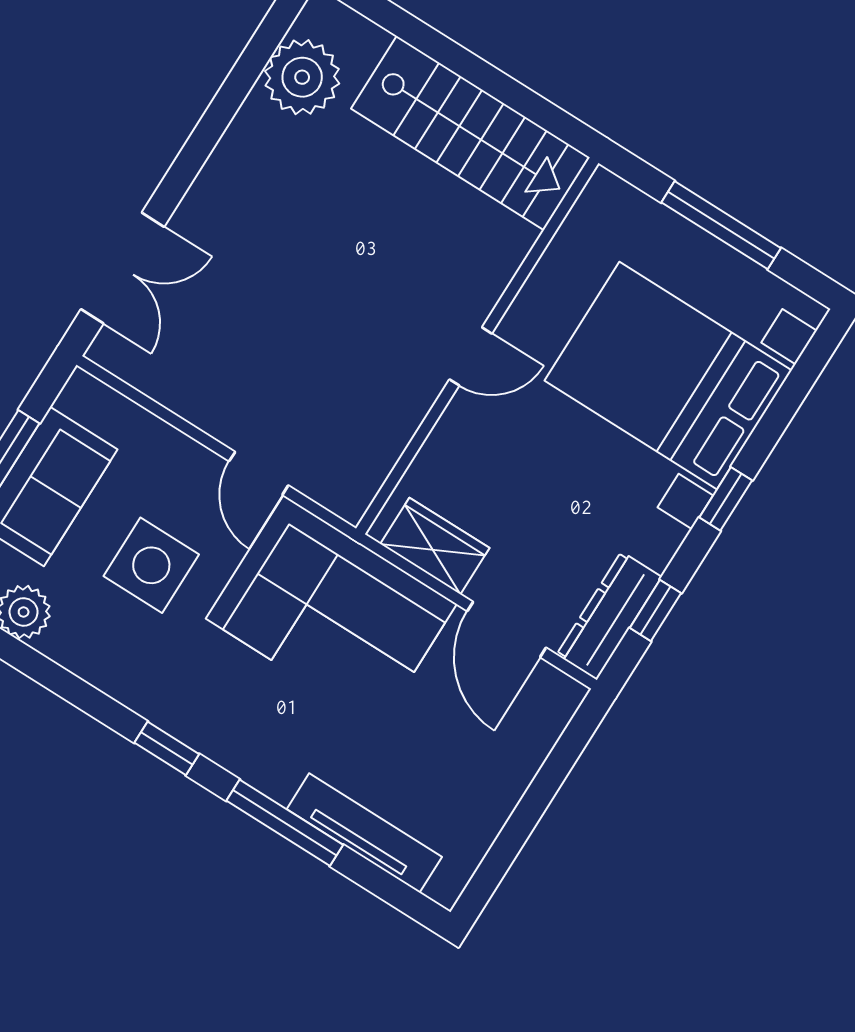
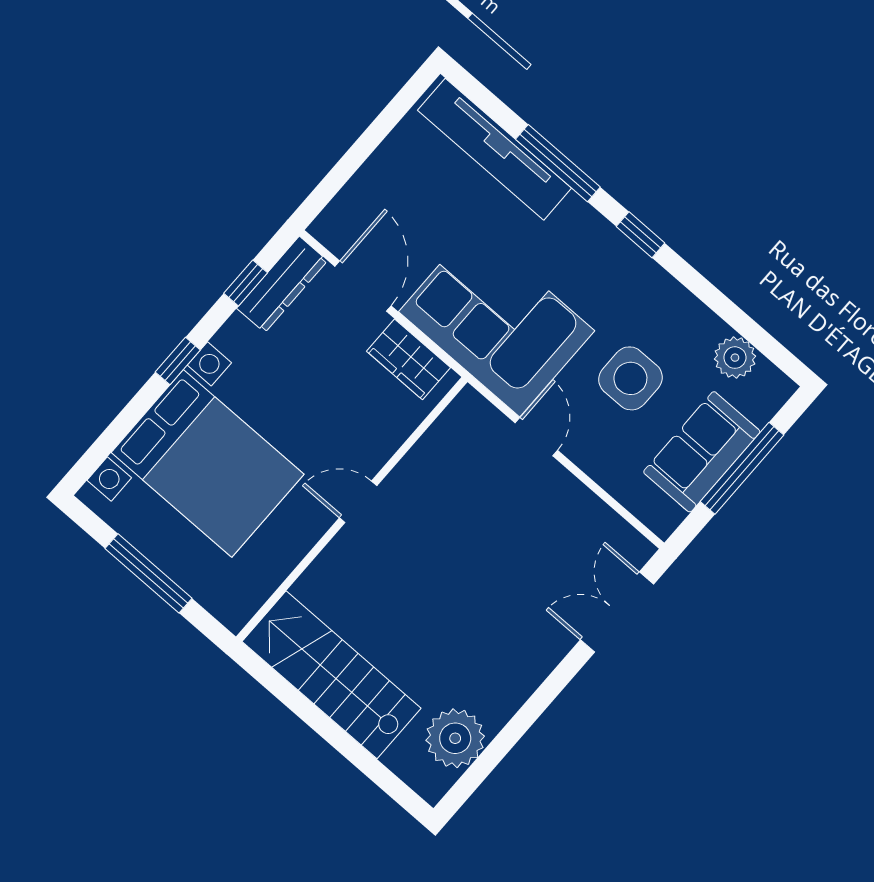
tv unit: (364, 833) -> (494, 149), width x1.36, depth x1.29

